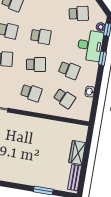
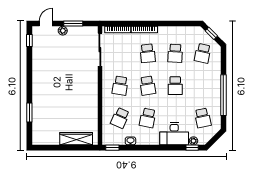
window: (103, 58) -> (112, 148), moved
wardrobe: (77, 153) -> (76, 139), width x1.50
bench: (75, 178) -> (47, 140), removed

